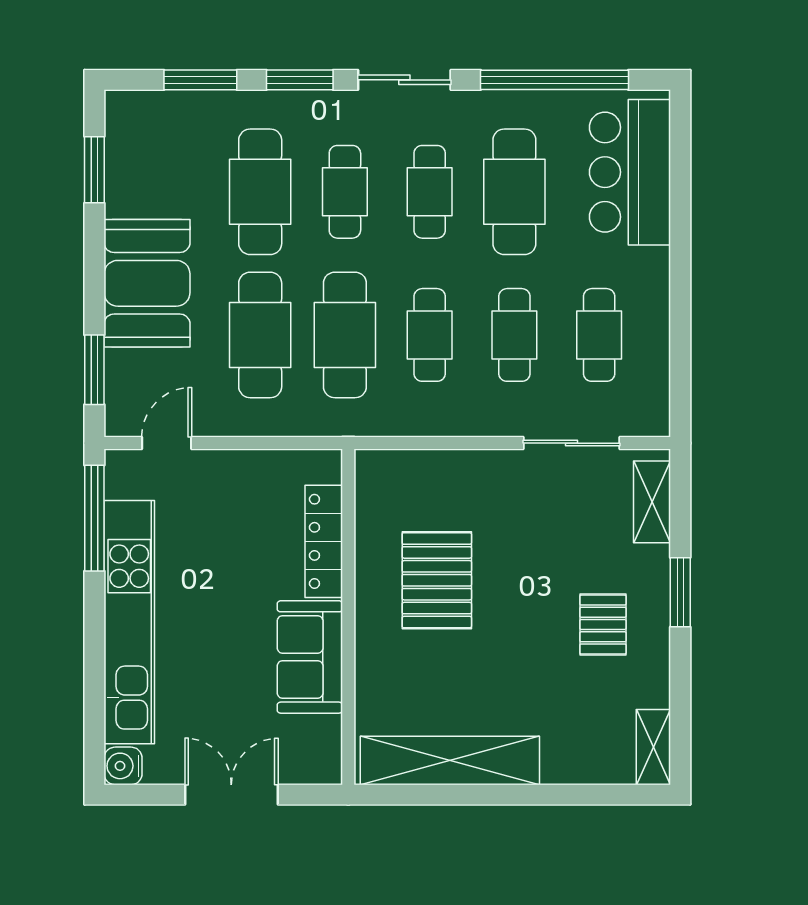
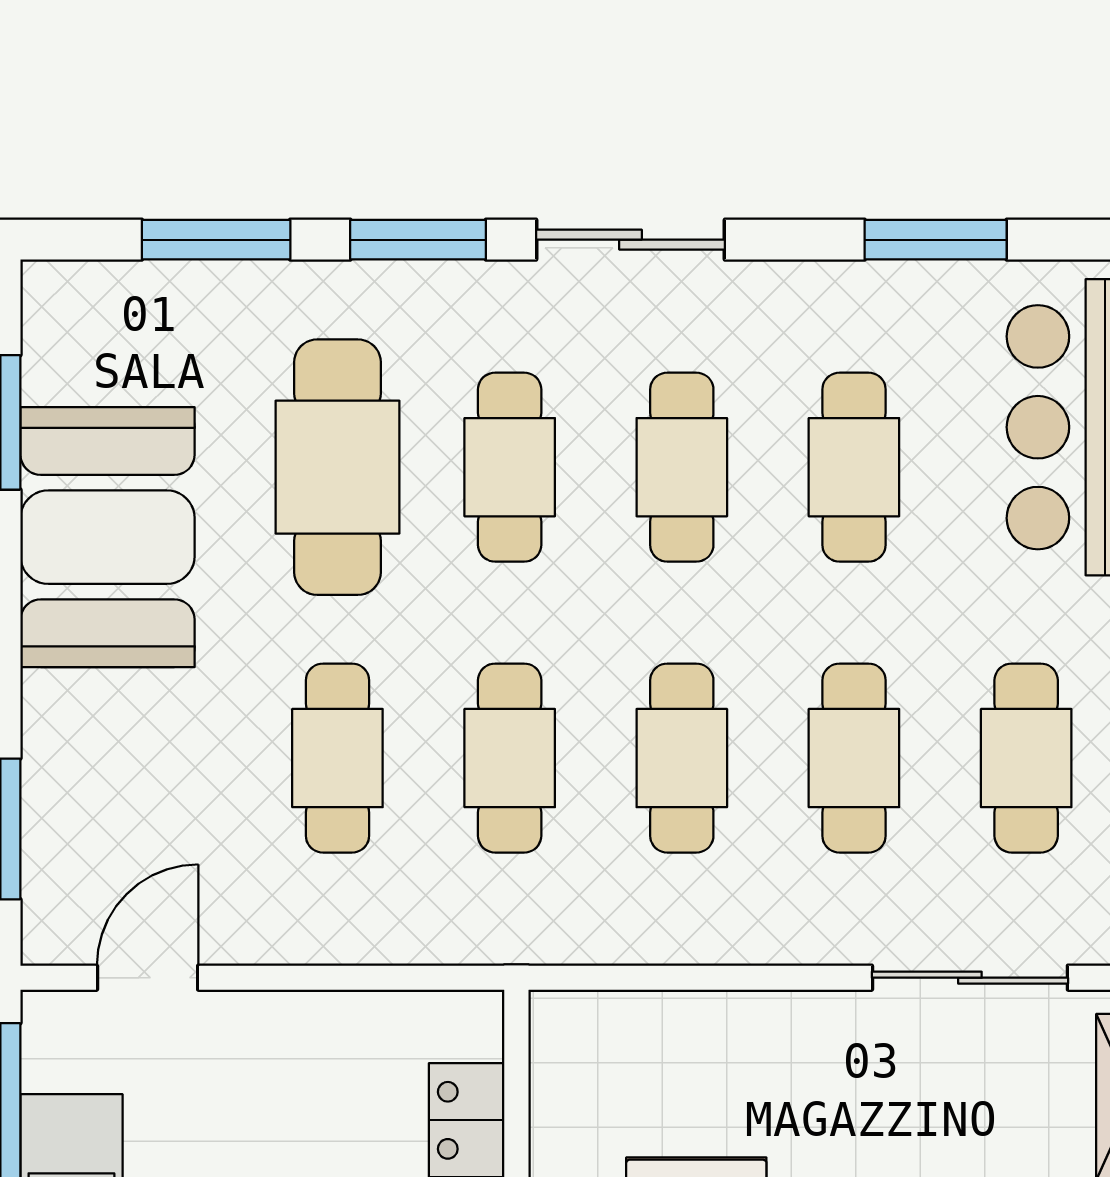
window: (555, 80) -> (936, 240), width x0.47
cafe table: (514, 192) -> (854, 467), width x0.73, depth x0.74
booth: (147, 283) -> (108, 537), moved
cafe table: (260, 335) -> (337, 758), width x0.73, depth x0.74
cafe table: (345, 335) -> (510, 758), width x0.73, depth x0.74

